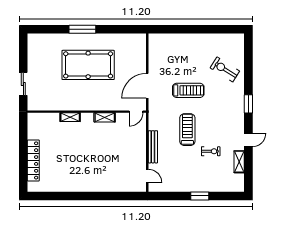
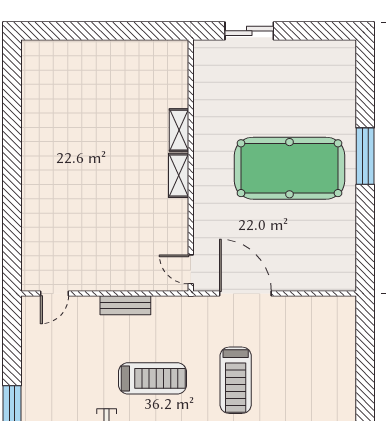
pool table: (88, 65) -> (289, 168), turned 90
shelving: (105, 117) -> (179, 175), moved
bench: (153, 147) -> (125, 305), width x0.73
locker: (33, 160) -> (87, 52), removed

